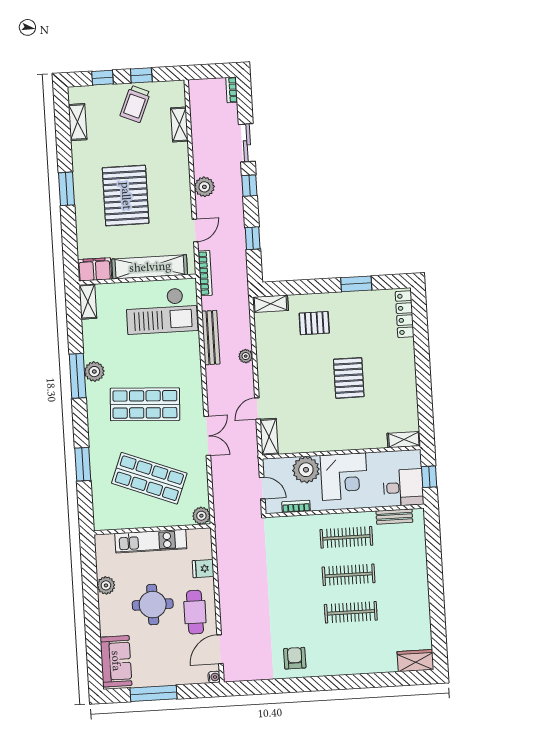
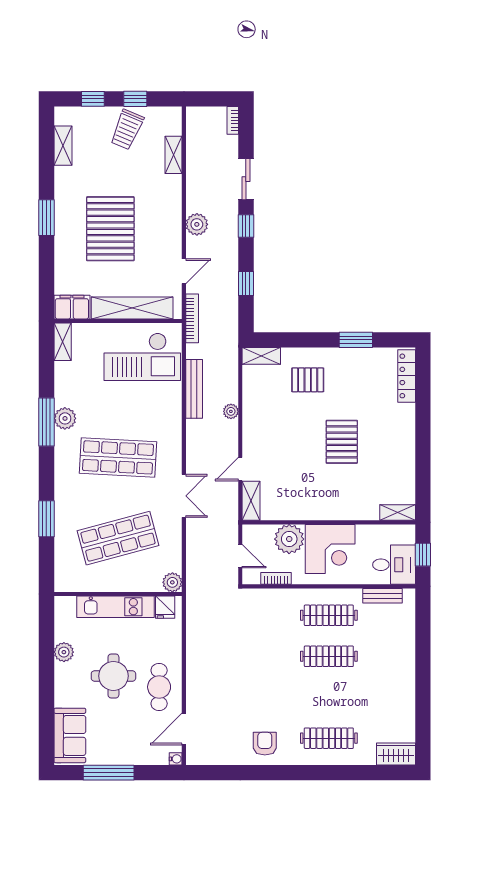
shop shelf: (149, 478) -> (118, 538), turned -36
fridge: (203, 569) -> (165, 607), moved, turned -90
clothes rail: (351, 612) -> (329, 738), moved

